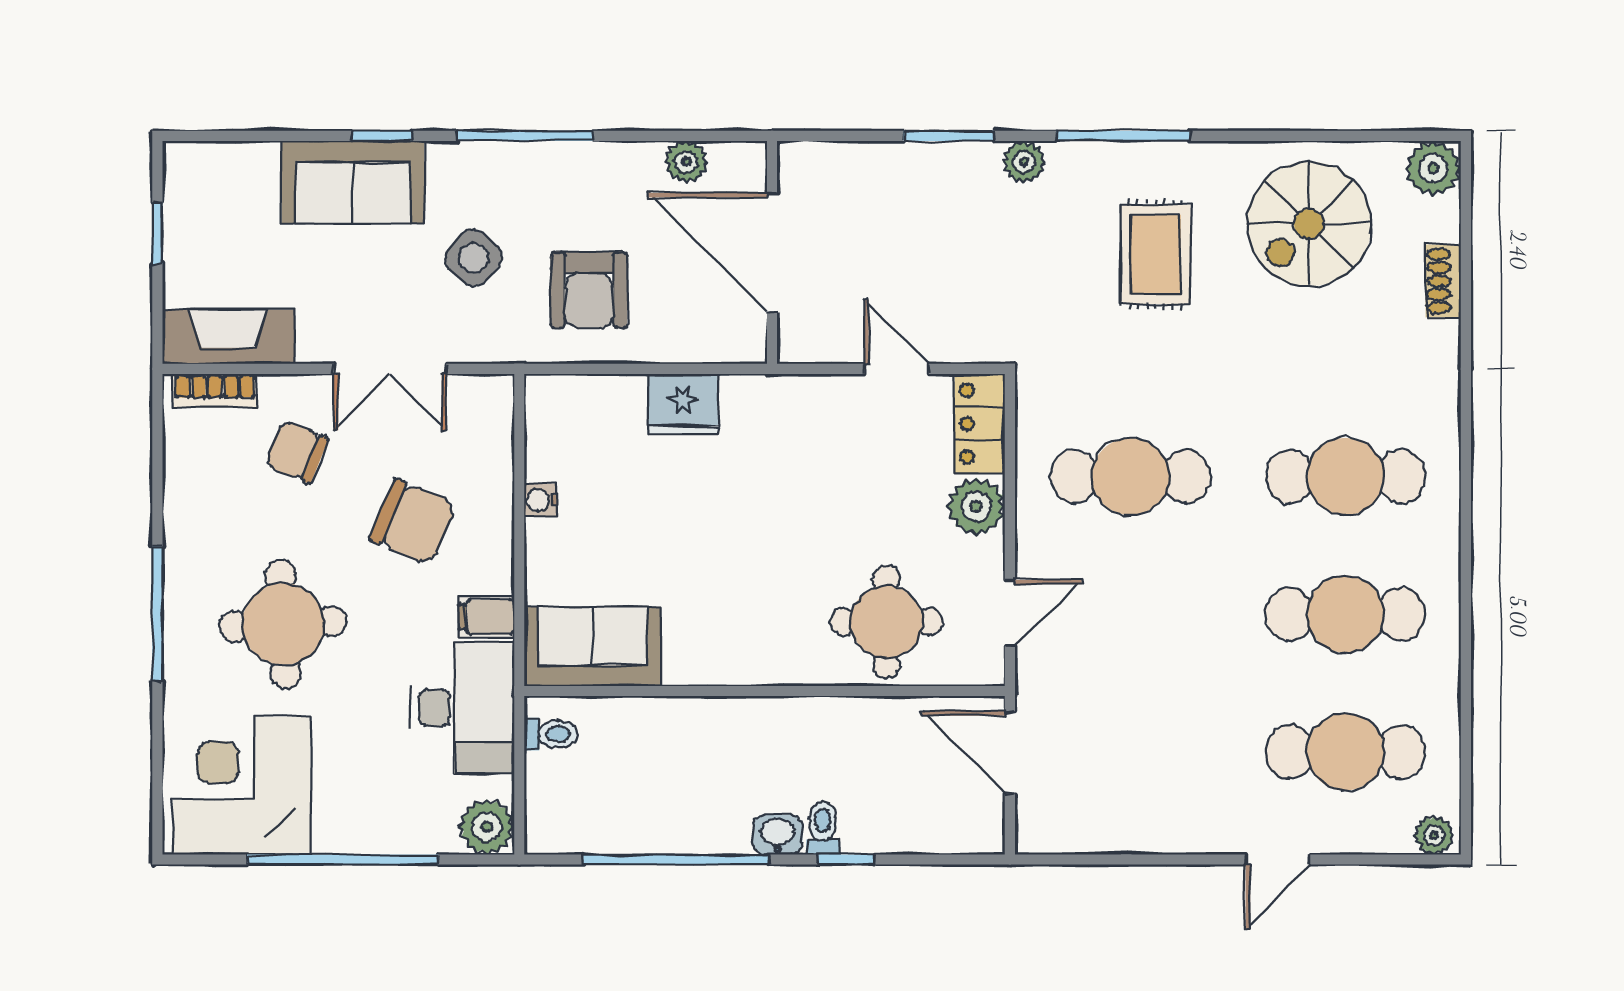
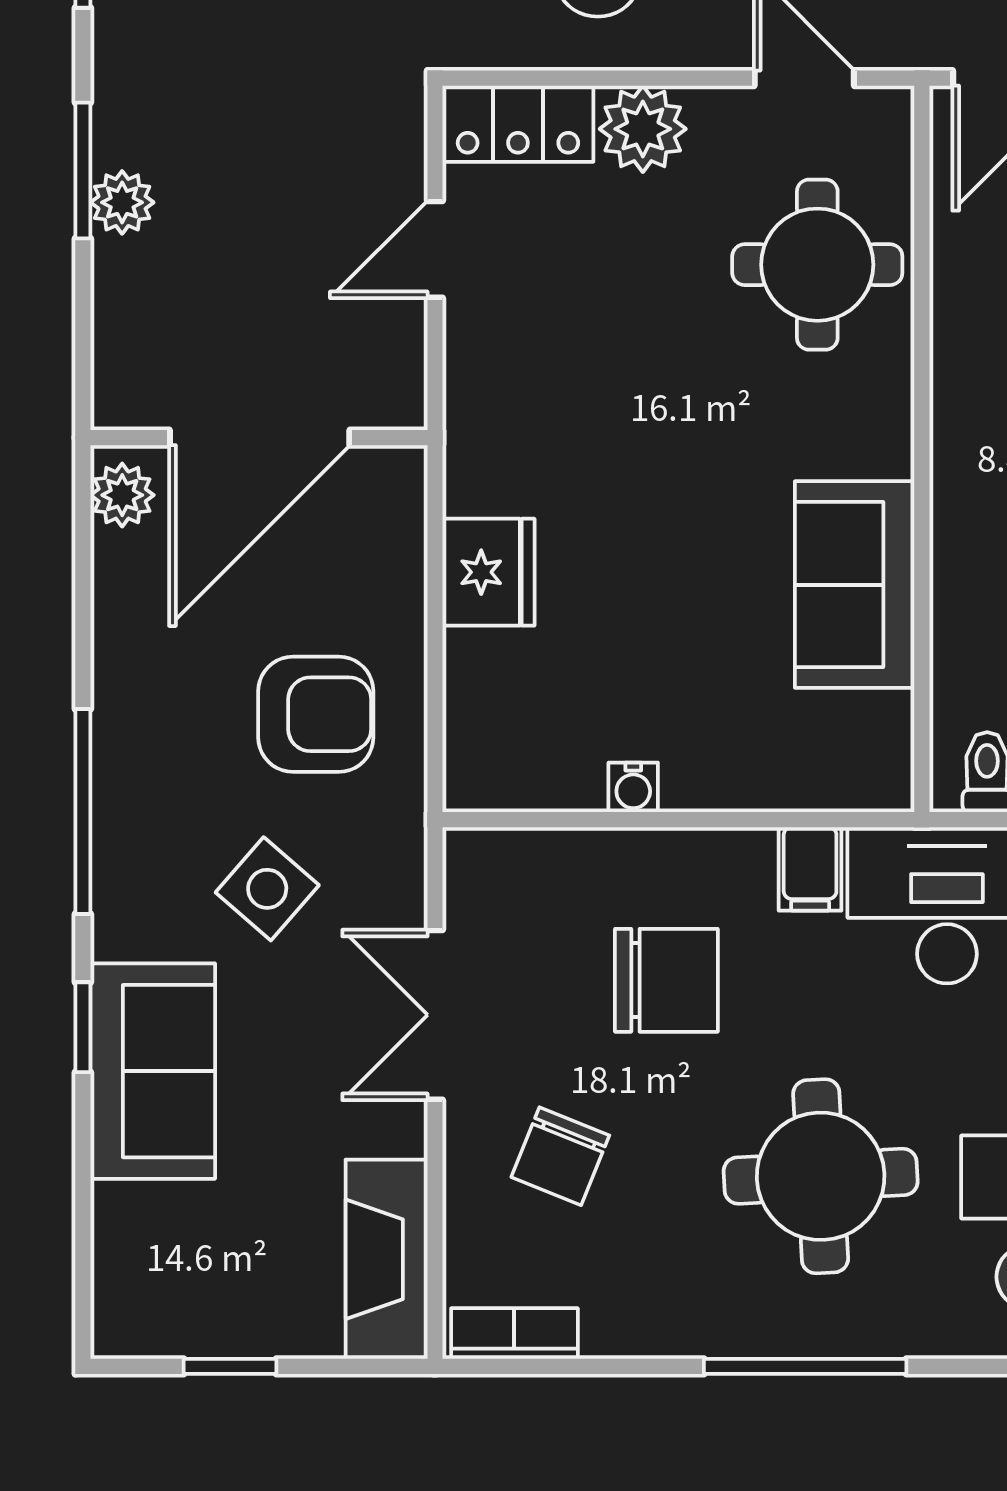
plant: (686, 162) -> (122, 495), moved
plant: (1024, 162) -> (122, 202), moved
double door: (390, 369) -> (435, 1015), swing flipped
bookcase: (215, 391) -> (514, 1334), moved, turned -90
chair: (413, 522) -> (666, 980), turned 67
sofa: (593, 646) -> (855, 585), moved

